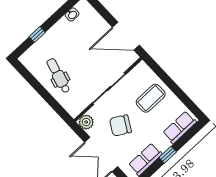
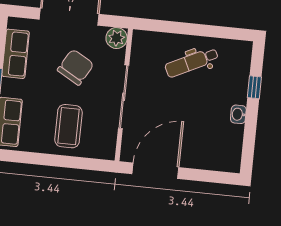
washbasin: (72, 14) -> (238, 114), moved
dental chair: (58, 76) -> (192, 62), turned 139

